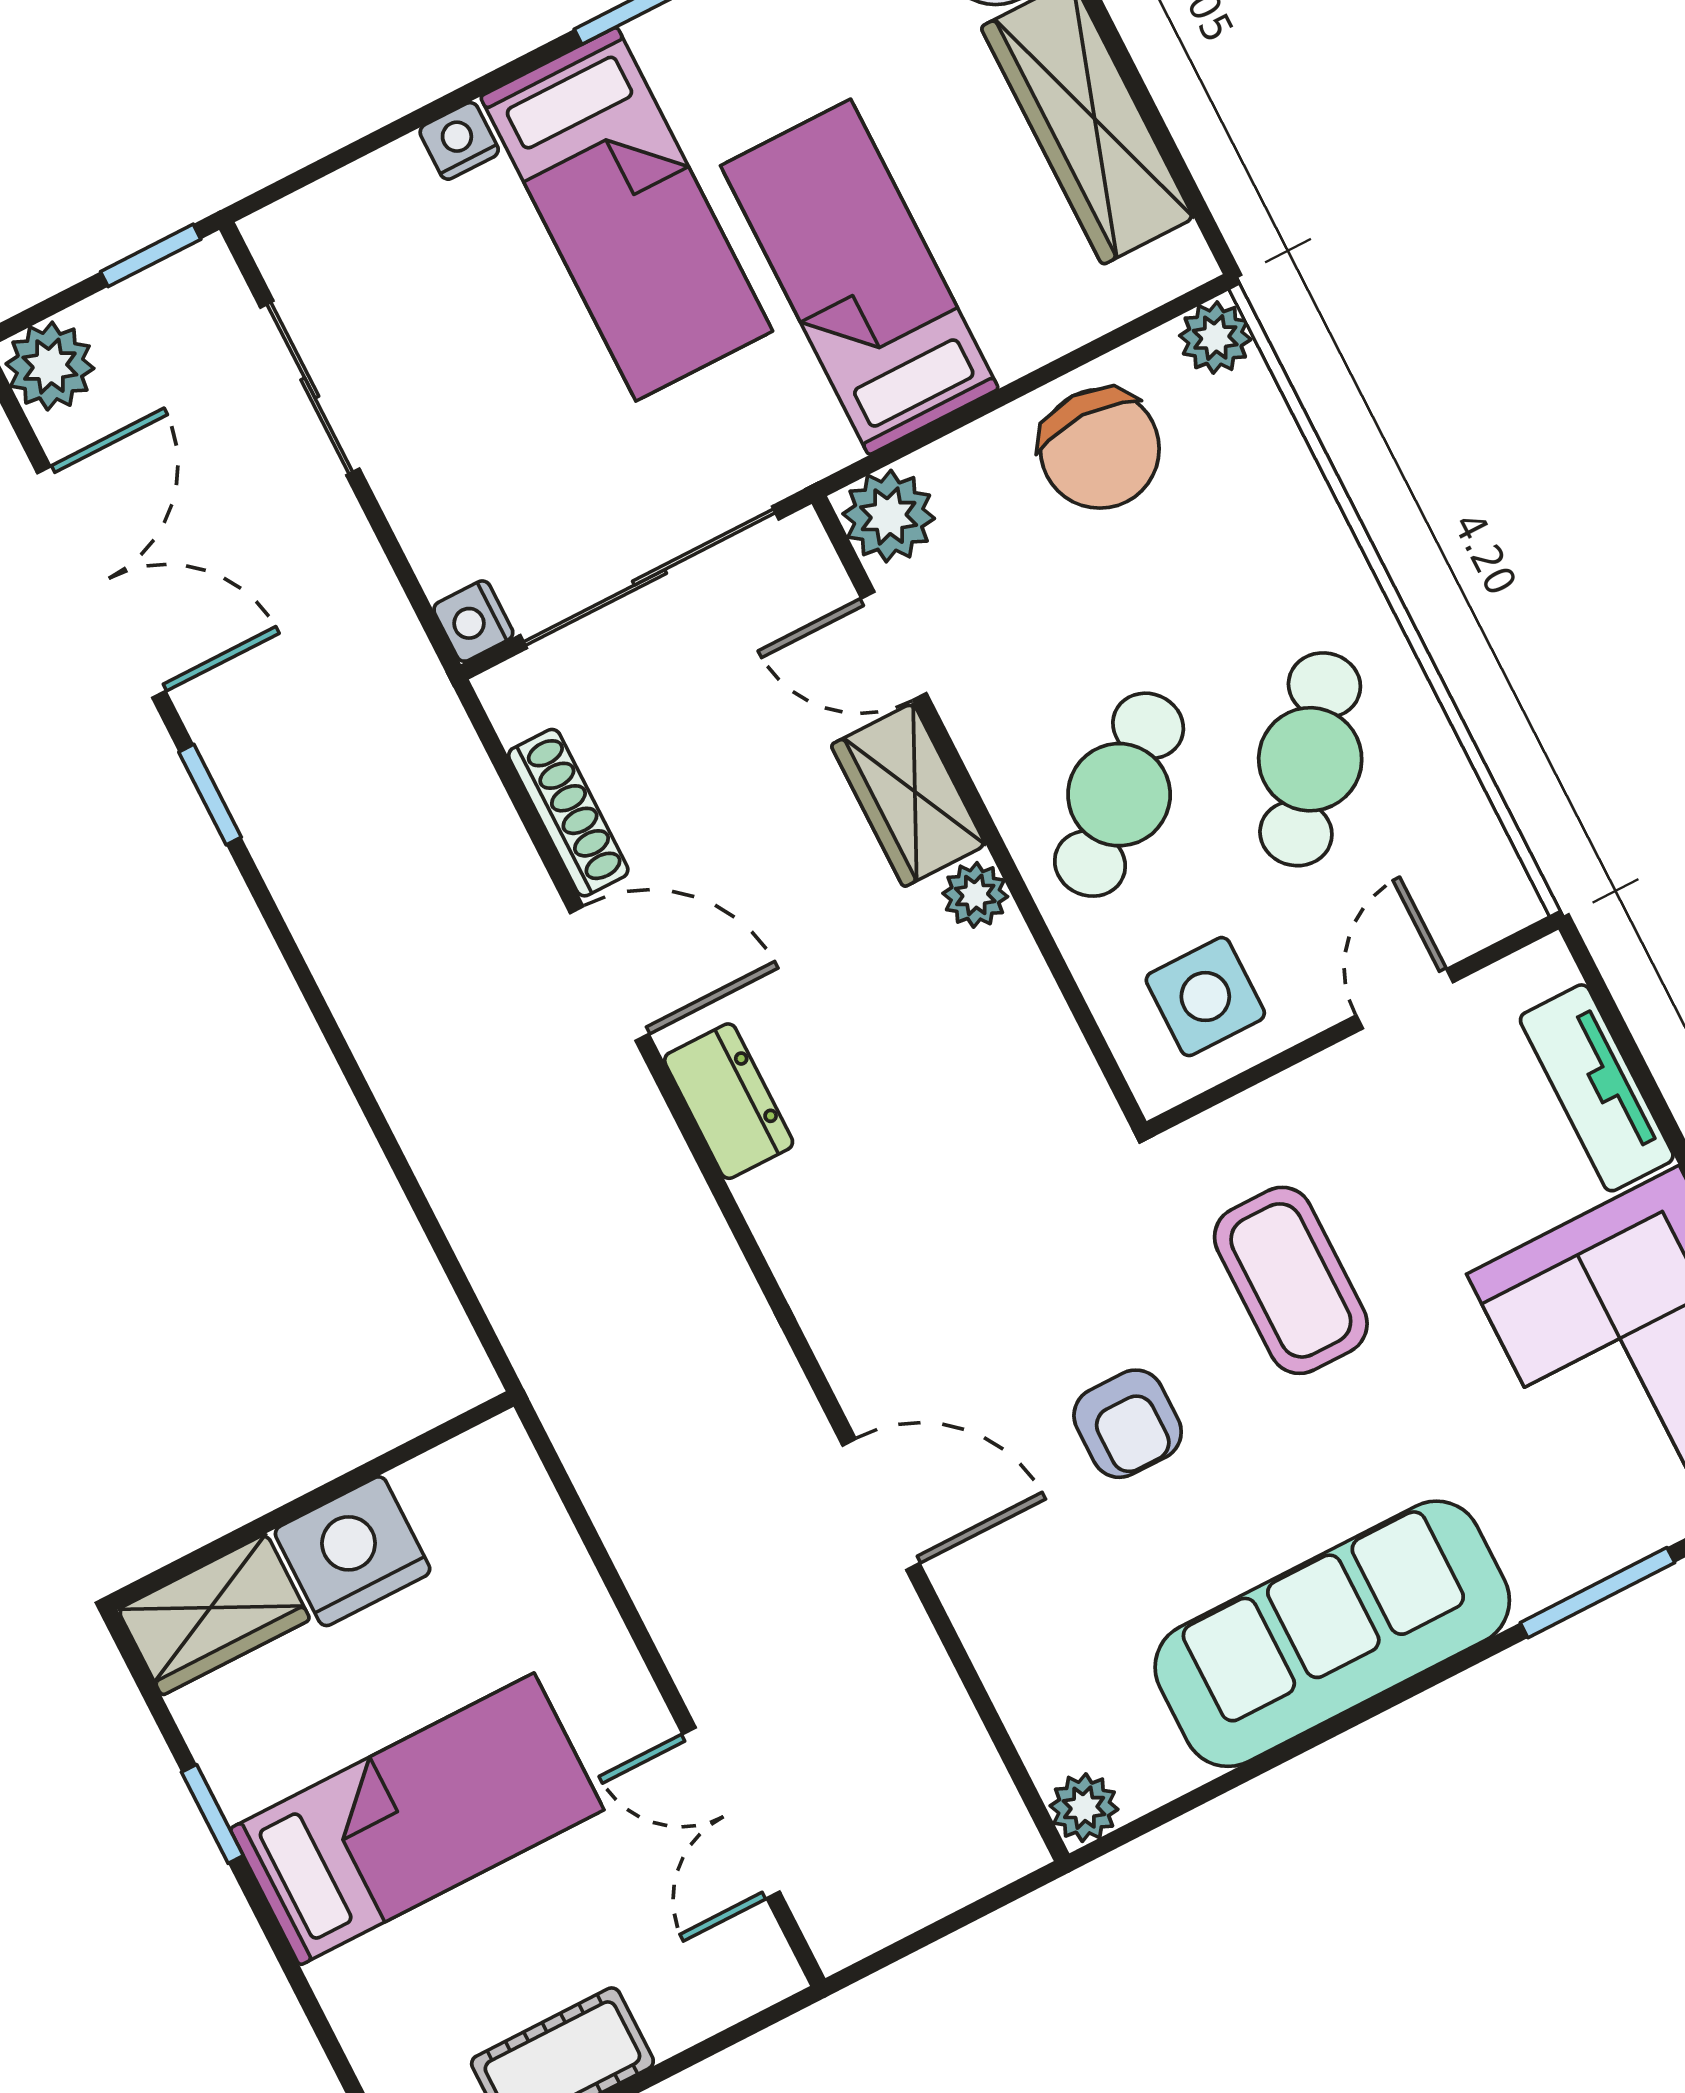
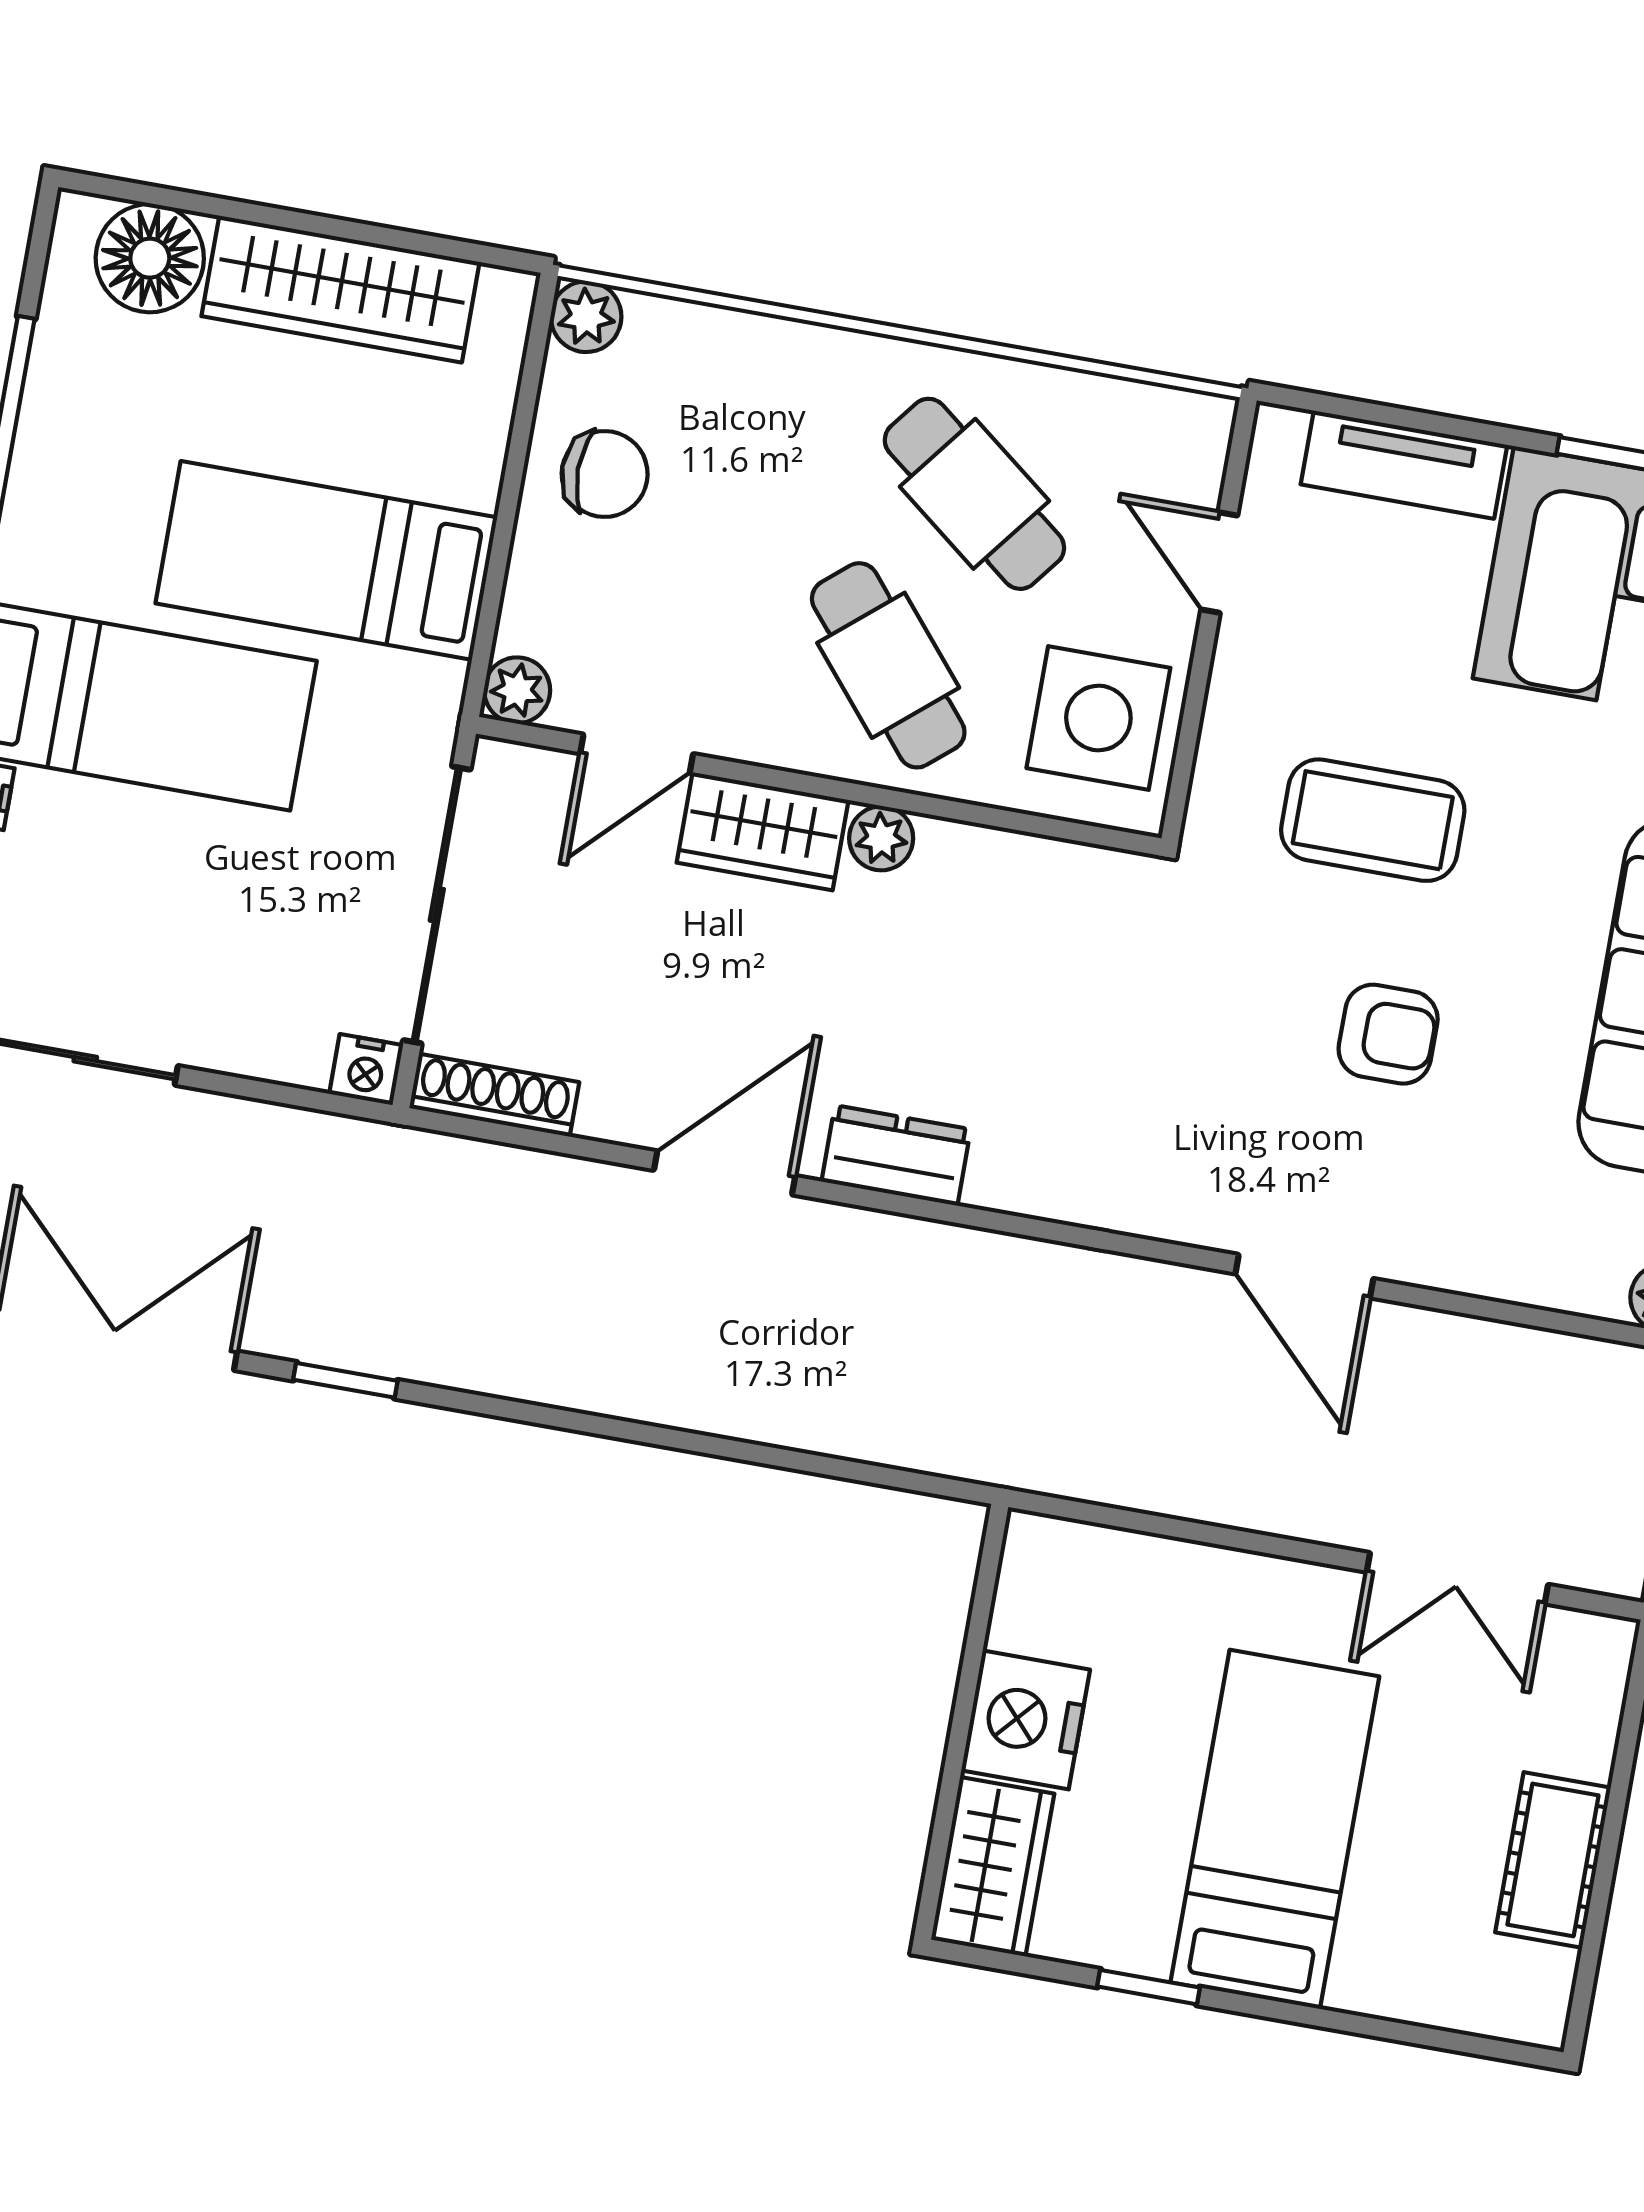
chair: (1100, 449) -> (605, 474), width x0.73, depth x0.73
plant: (889, 516) -> (517, 690), width x0.73, depth x0.73
shoe rack: (568, 813) -> (494, 1095), moved
side table: (1205, 997) -> (1098, 718), width x1.37, depth x1.37
door: (881, 1504) -> (1304, 1276), swing flipped

